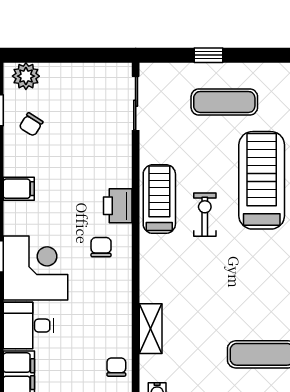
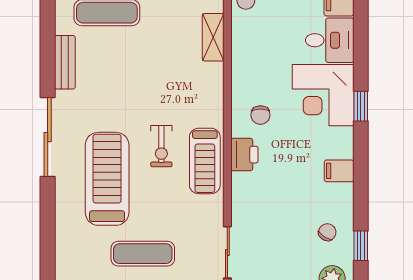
treadmill: (262, 180) -> (107, 179), turned 180

